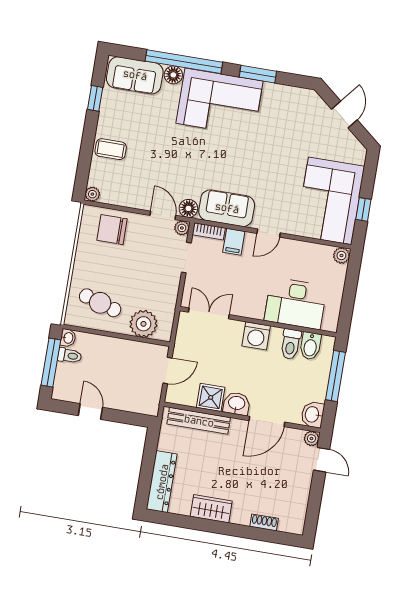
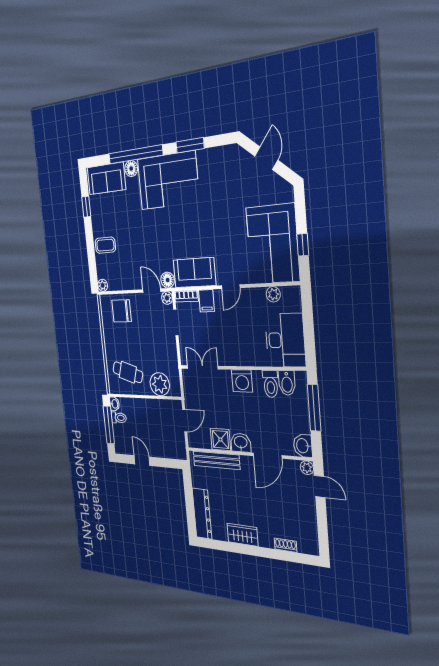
plant: (341, 256) -> (273, 294), moved
desk: (296, 303) -> (285, 340), moved, turned -90

